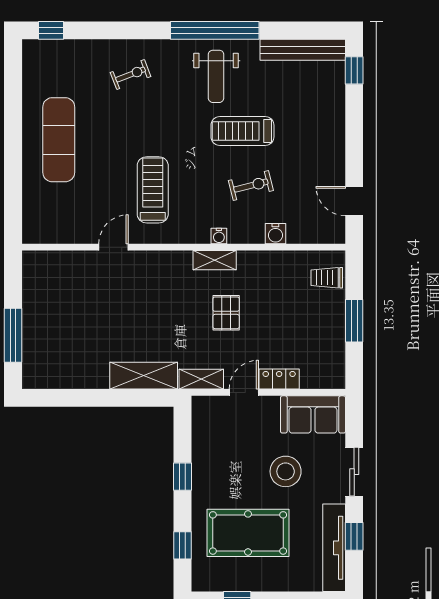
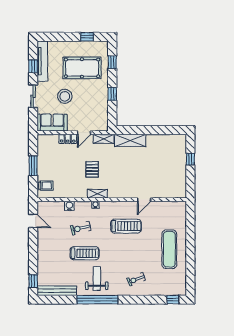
treadmill: (153, 190) -> (126, 226), turned -90
window: (13, 335) -> (190, 159), width x0.46

